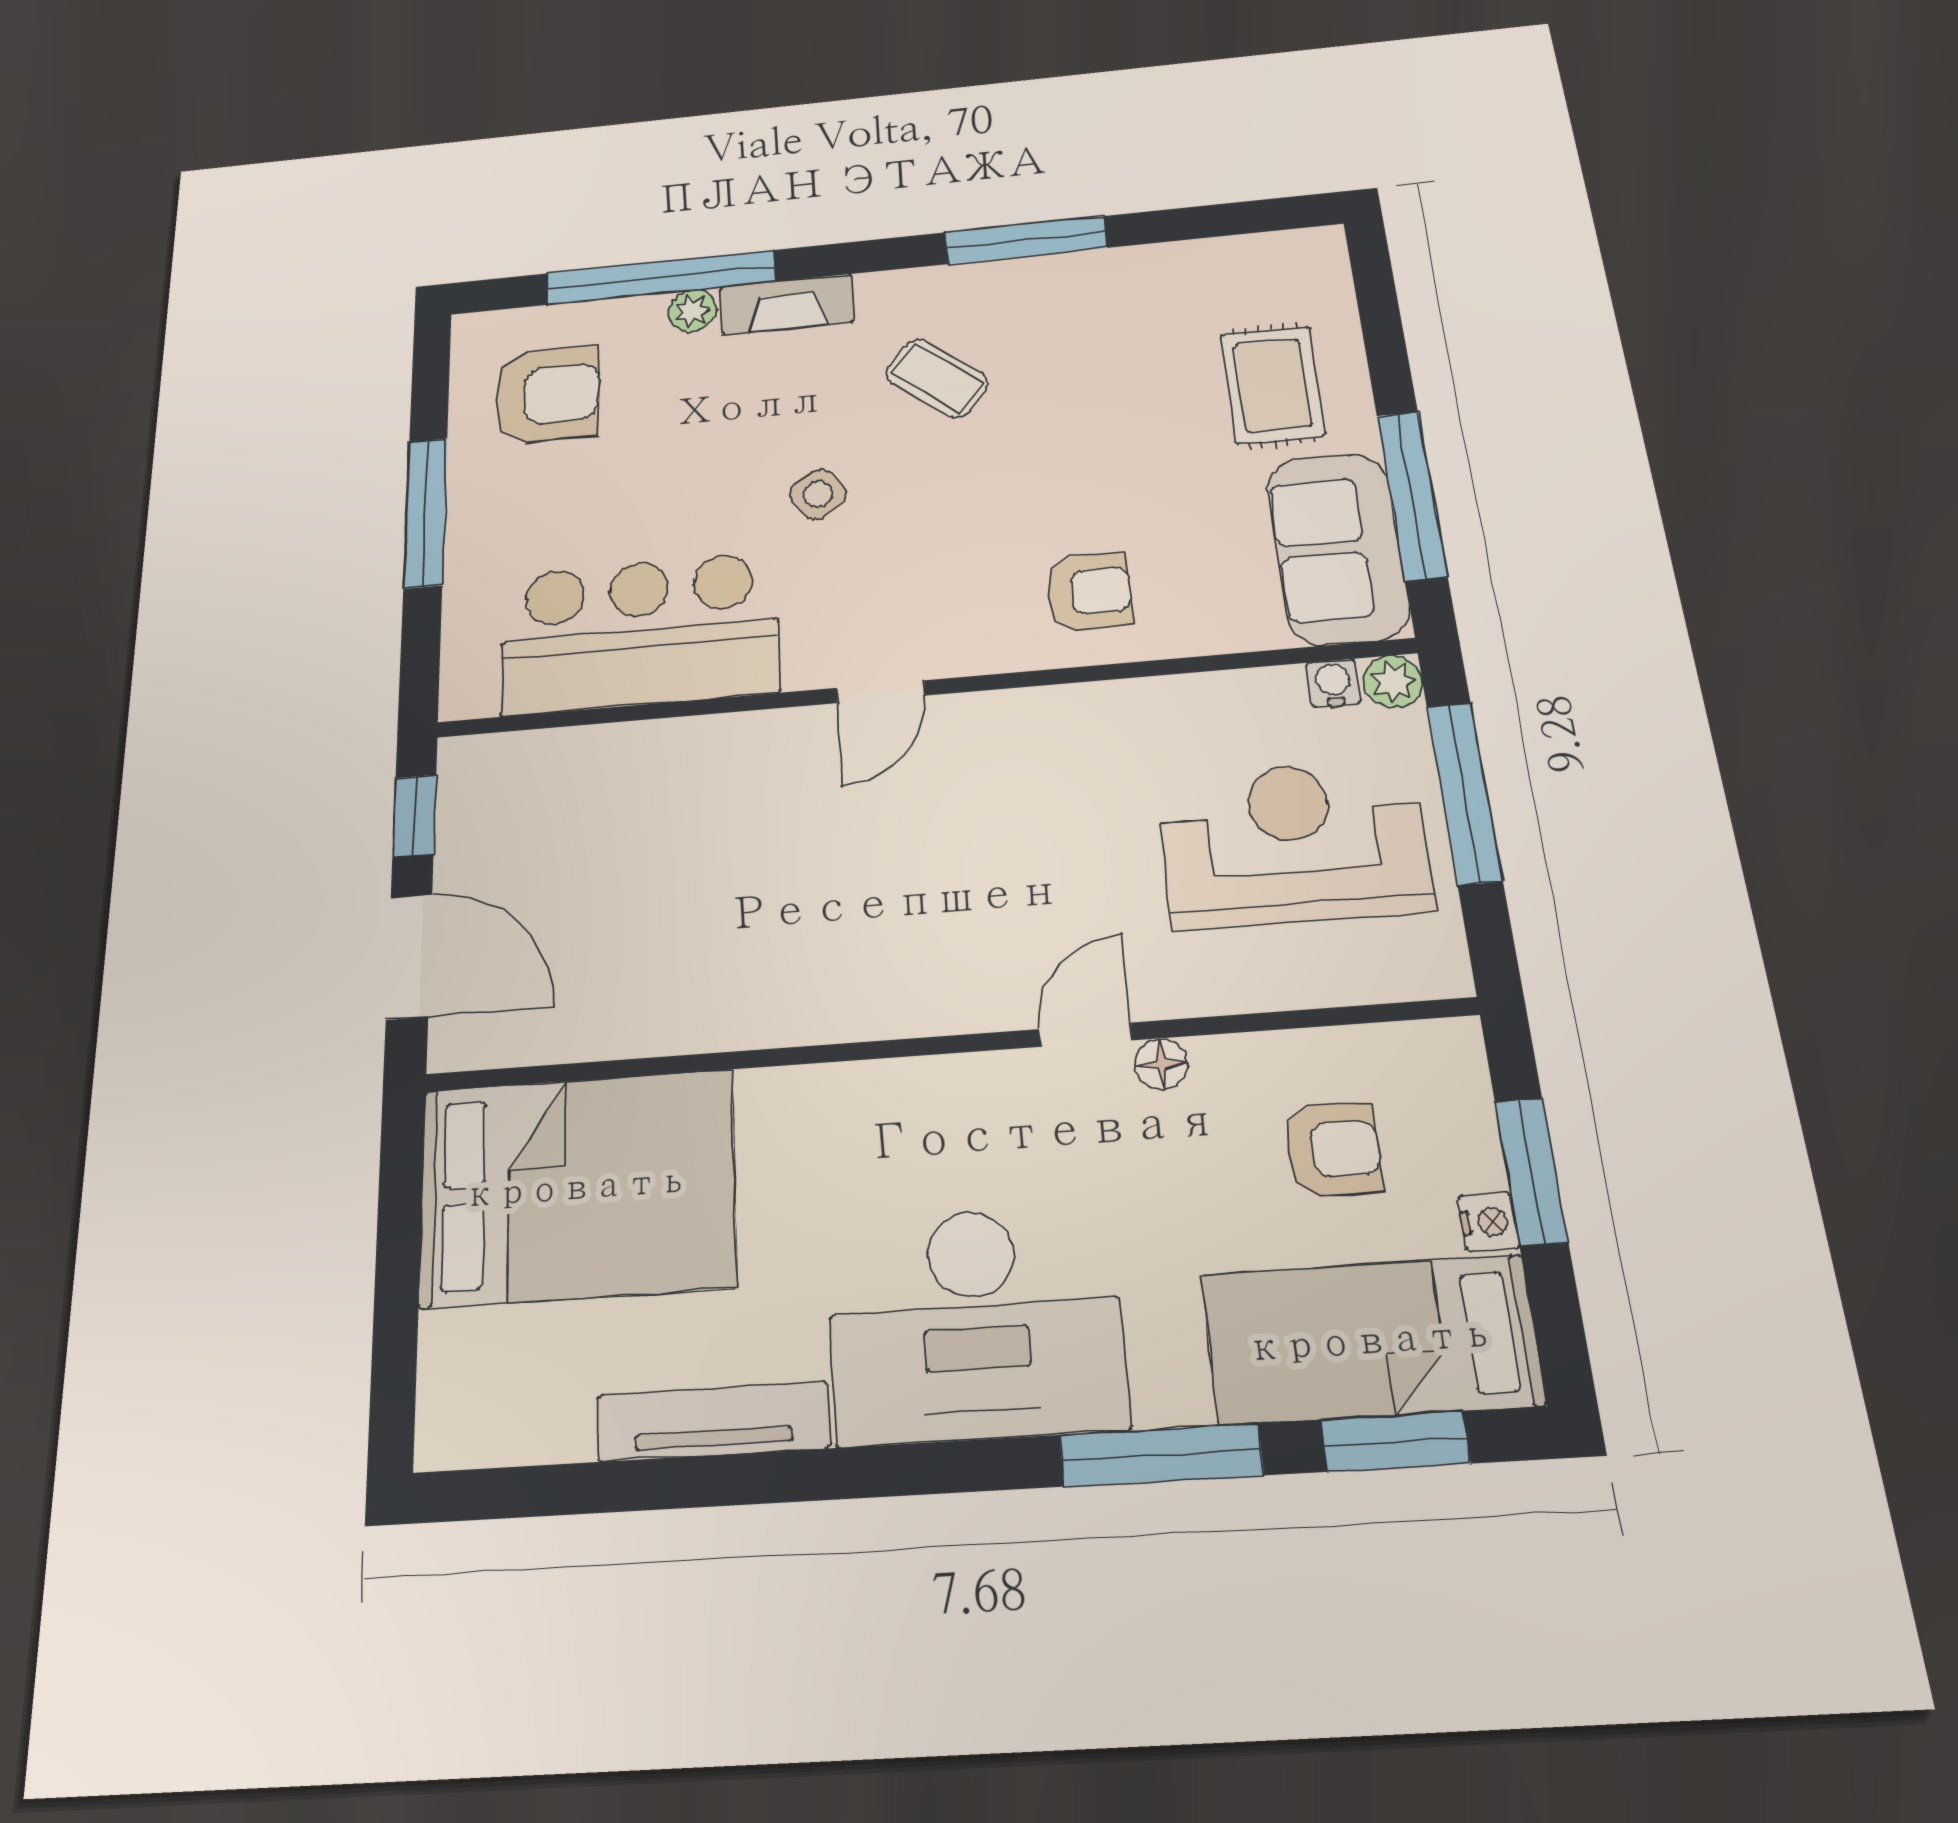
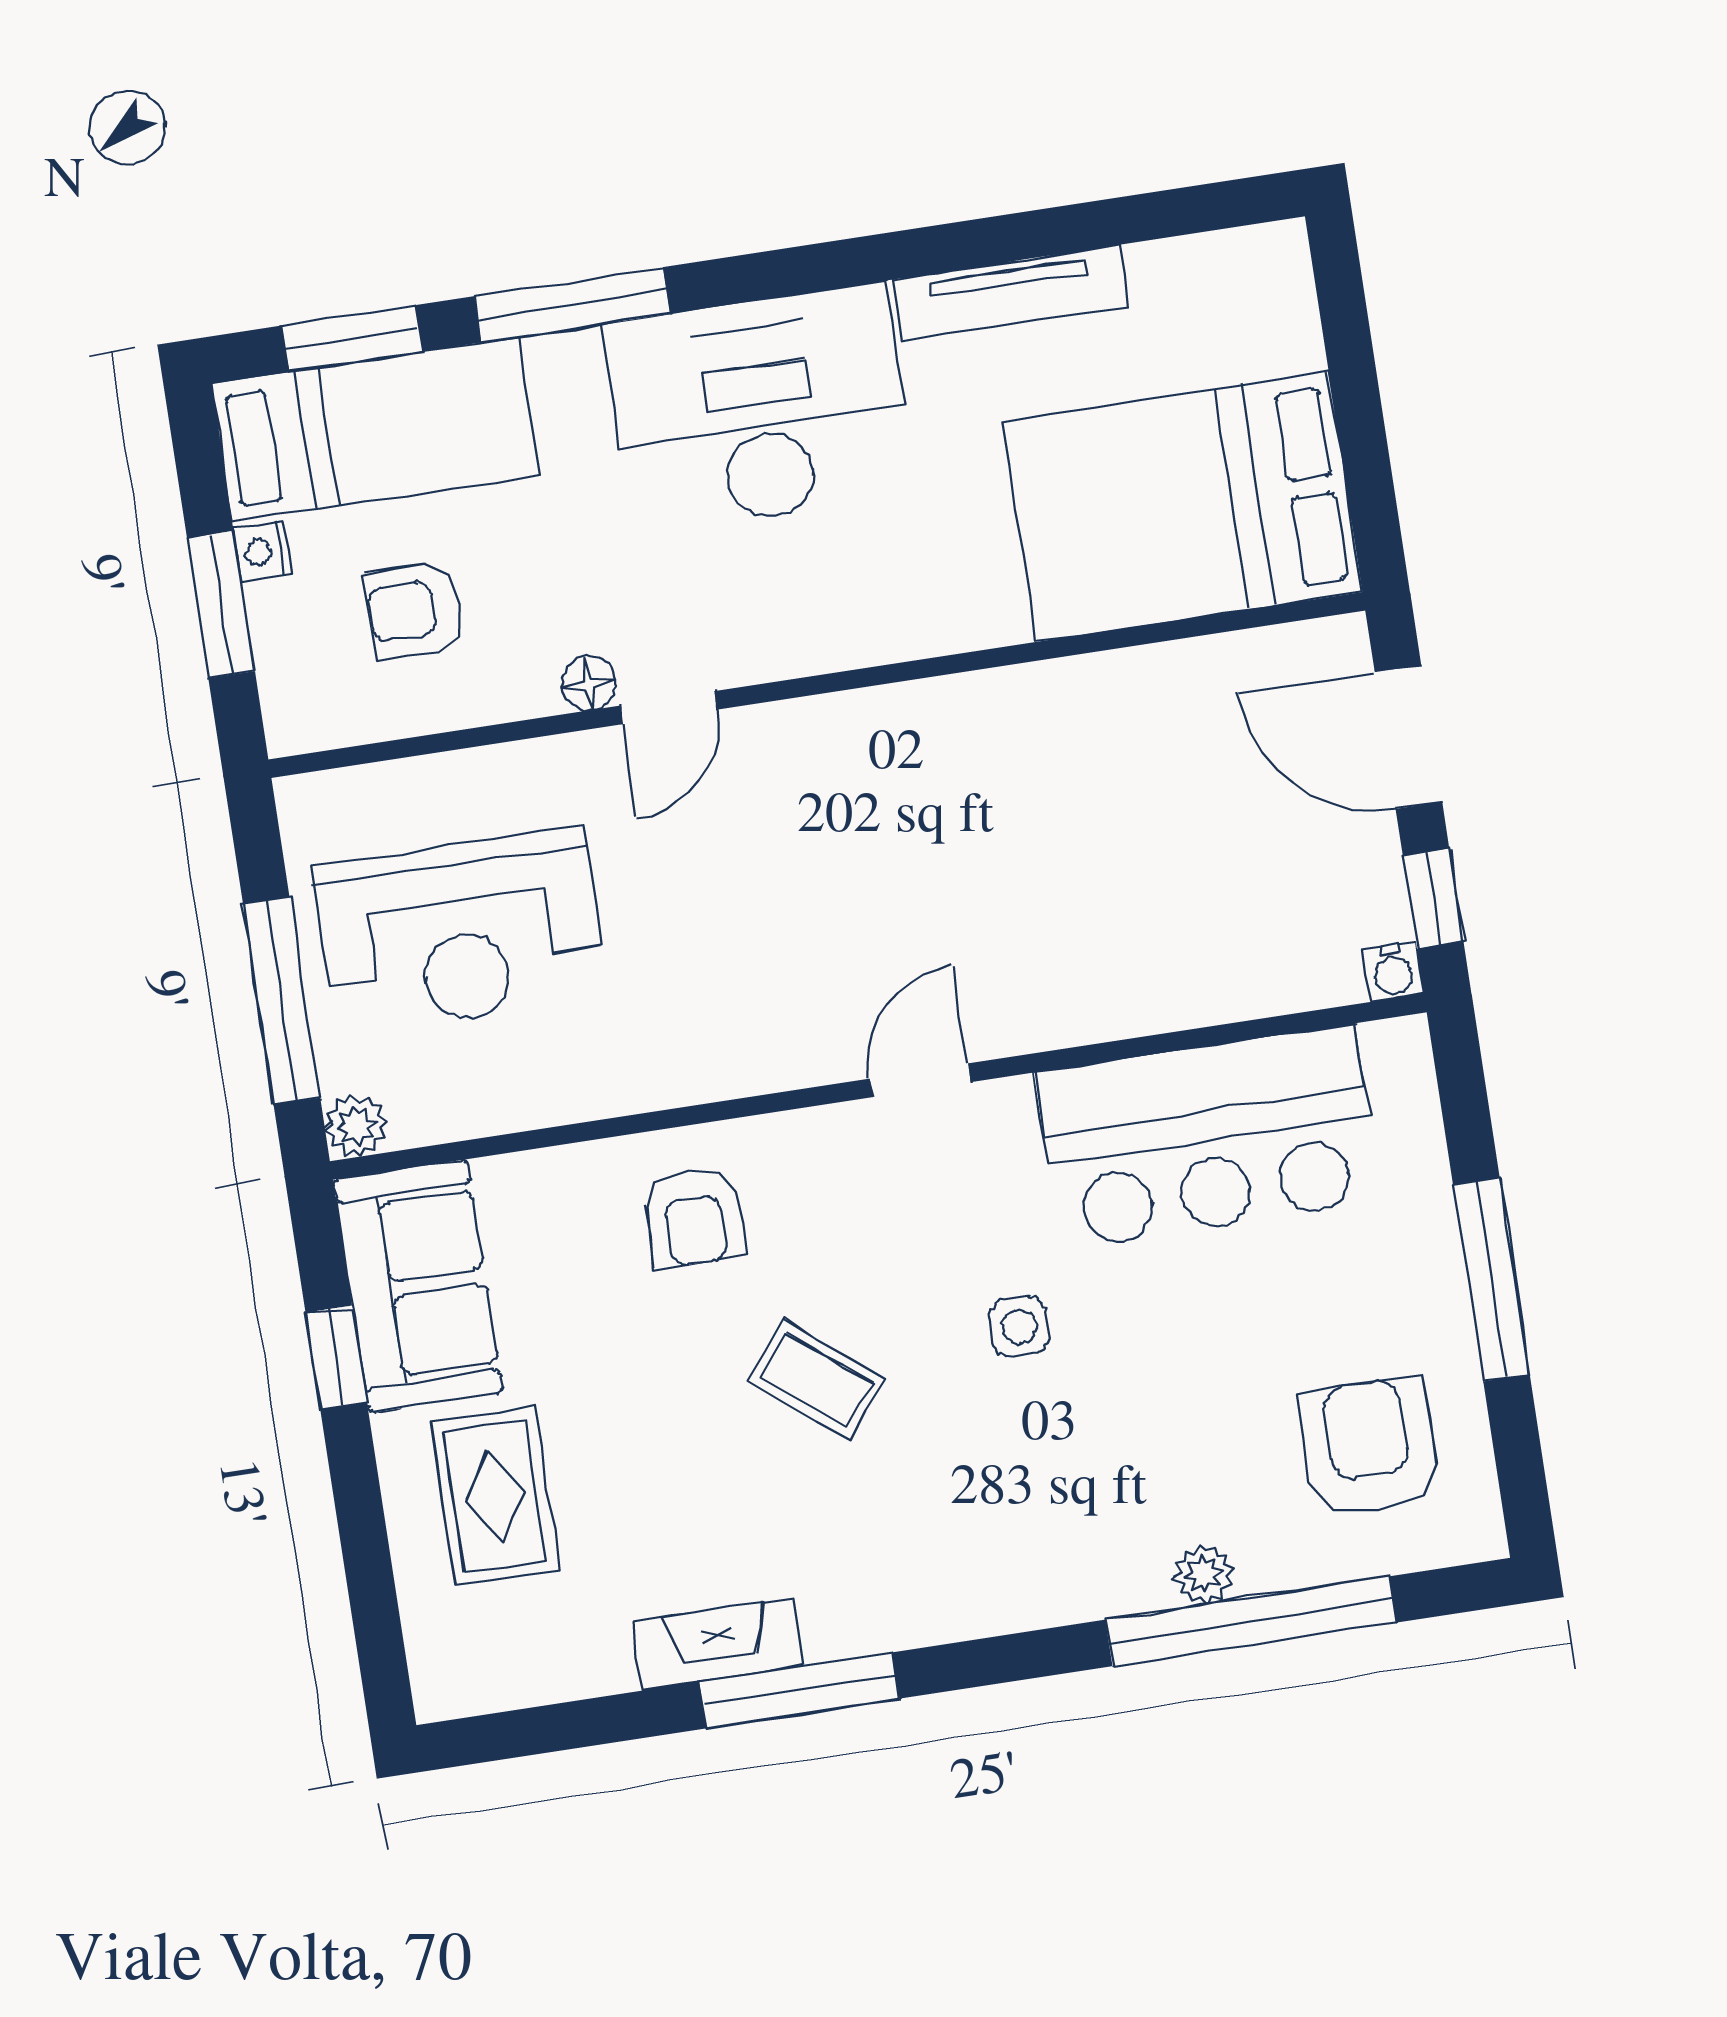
fireplace: (787, 304) -> (718, 1644), moved
coffee table: (937, 378) -> (816, 1380), moved
armchair: (547, 395) -> (1368, 1448), turned 90
side table: (818, 494) -> (1019, 1327), turned 37
window: (1412, 495) -> (336, 1358), width x0.46
armchair: (1089, 591) -> (694, 1217), turned -90
water cooler: (1333, 683) -> (1393, 971), moved

